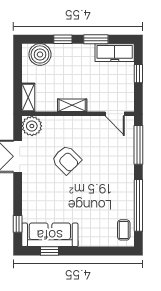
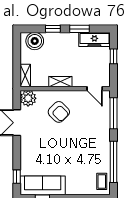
armchair: (66, 160) -> (59, 112), moved

